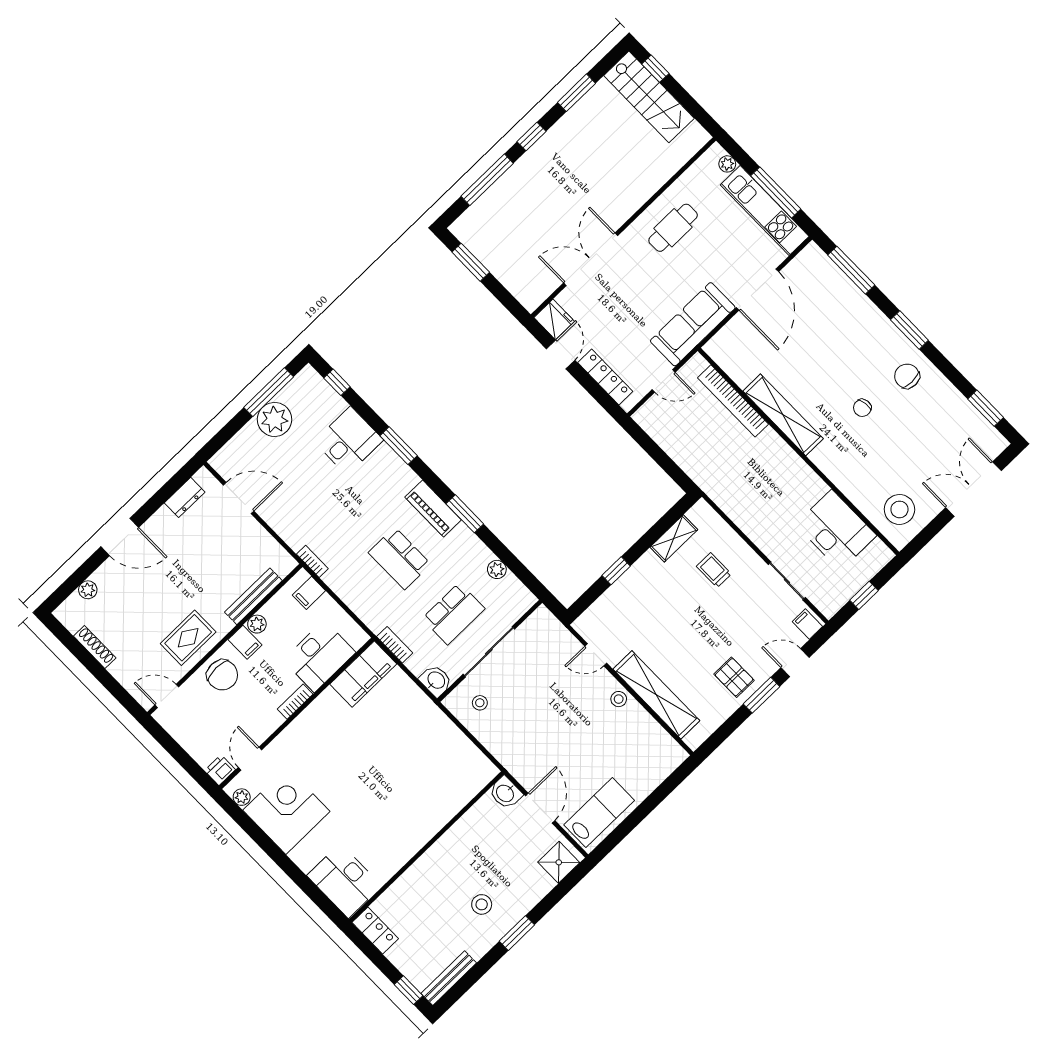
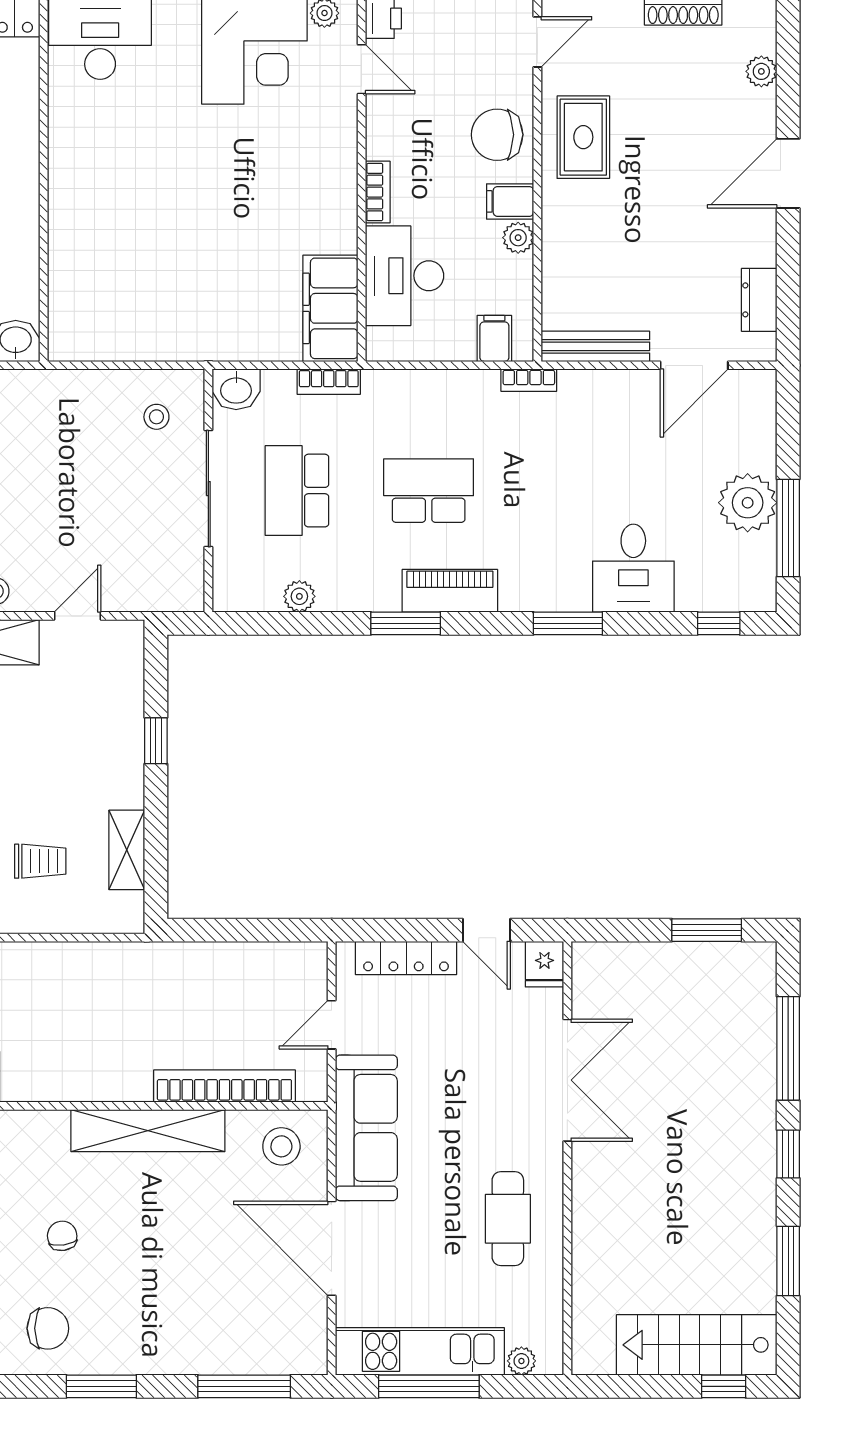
fridge: (554, 319) -> (544, 964), width x0.72
stool: (735, 352) -> (281, 1146), added
bench: (253, 596) -> (595, 346), moved, turned 90

